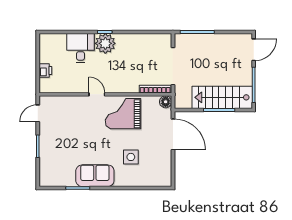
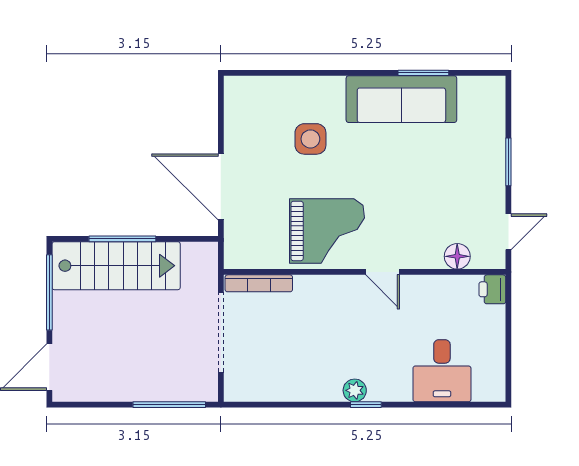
plant: (105, 43) -> (355, 390), width x0.53, depth x0.53
desk: (81, 48) -> (442, 371), moved
printer: (45, 71) -> (492, 289), moved
floor lamp: (166, 102) -> (457, 256), moved
sofa: (95, 176) -> (401, 99), width x1.36

